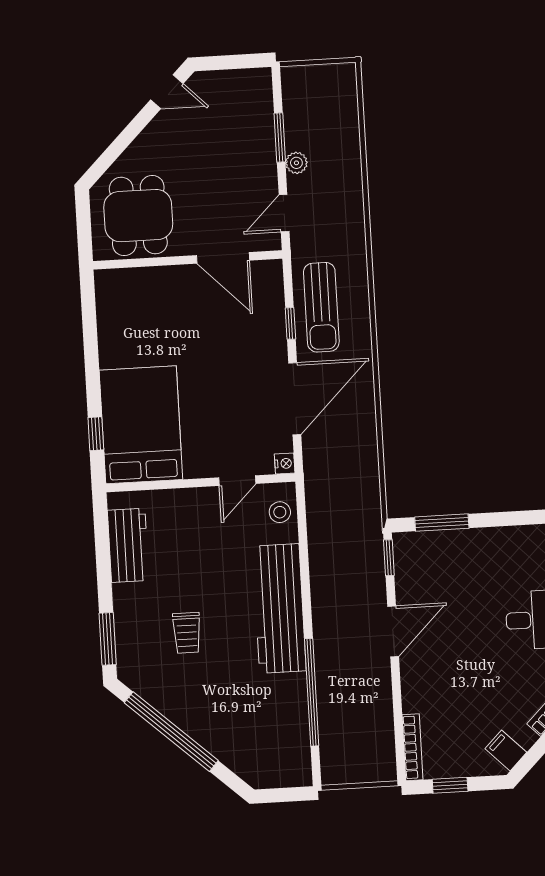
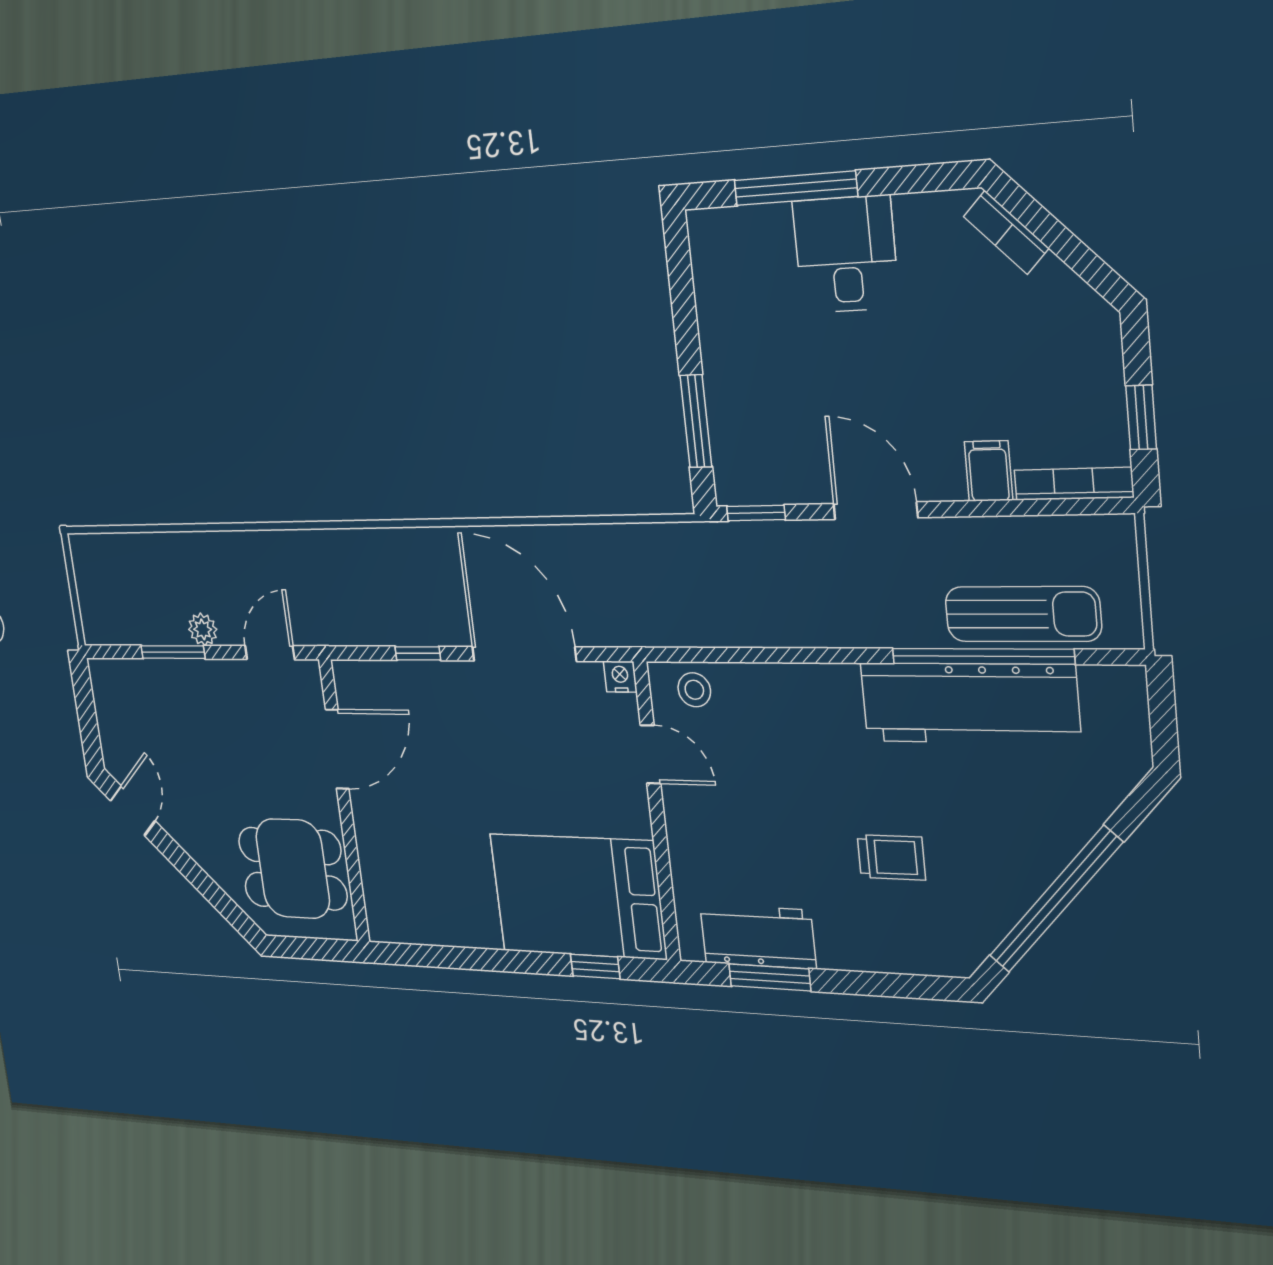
door: (284, 213) -> (270, 653), swing flipped
sun lounger: (321, 307) -> (1023, 614), moved
workbench: (279, 609) -> (969, 703), moved
window: (108, 639) -> (770, 977), moved
filing cabinet: (506, 750) -> (989, 471), moved, turned 135

